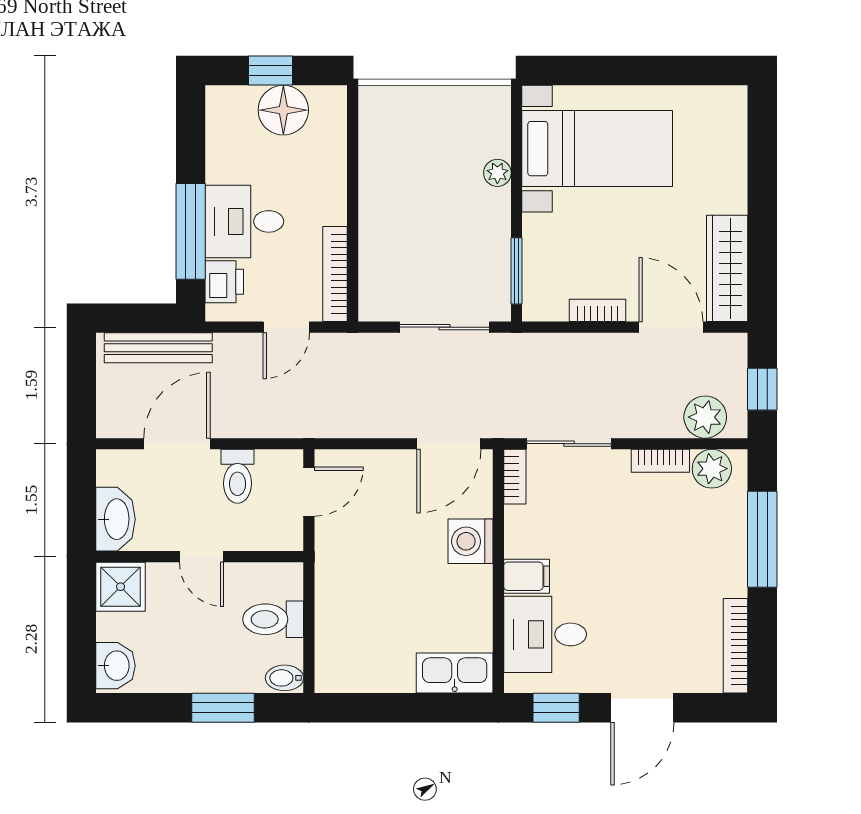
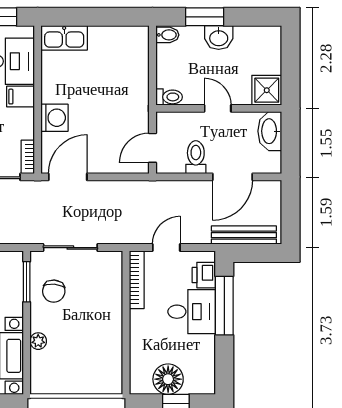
chair: (472, 255) -> (54, 291), added
toilet: (273, 619) -> (169, 97), moved, width x0.73, depth x0.72
washbasin: (116, 666) -> (219, 38), moved, turned -90

